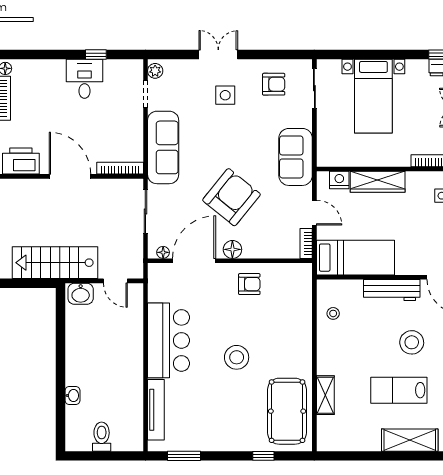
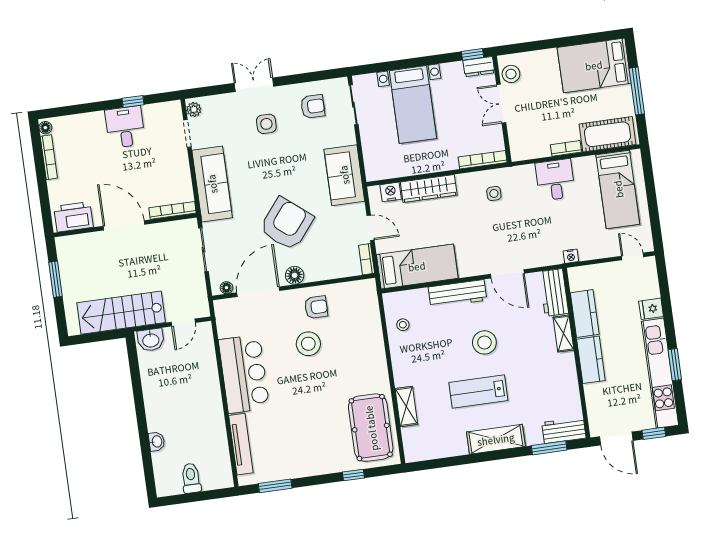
door: (115, 281) -> (183, 322), hinge flipped
stool: (237, 357) -> (308, 344), moved

